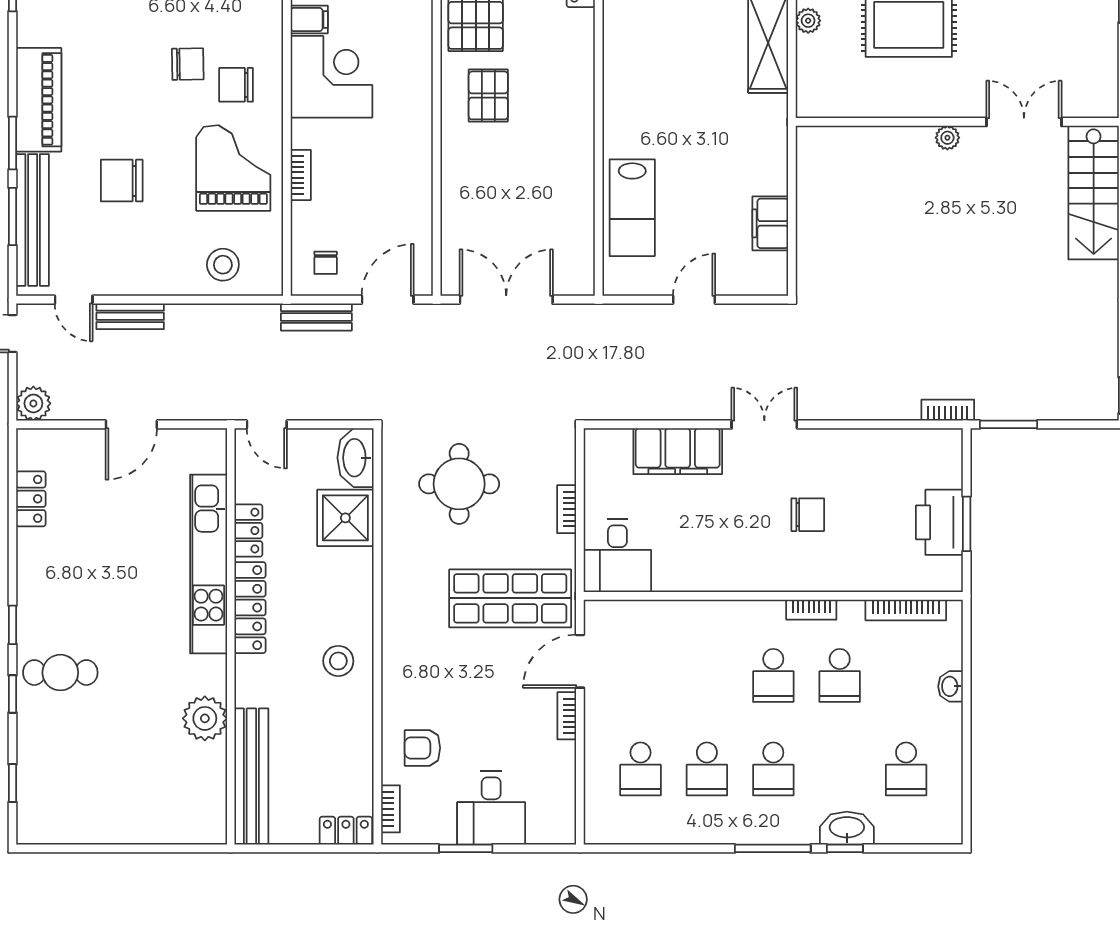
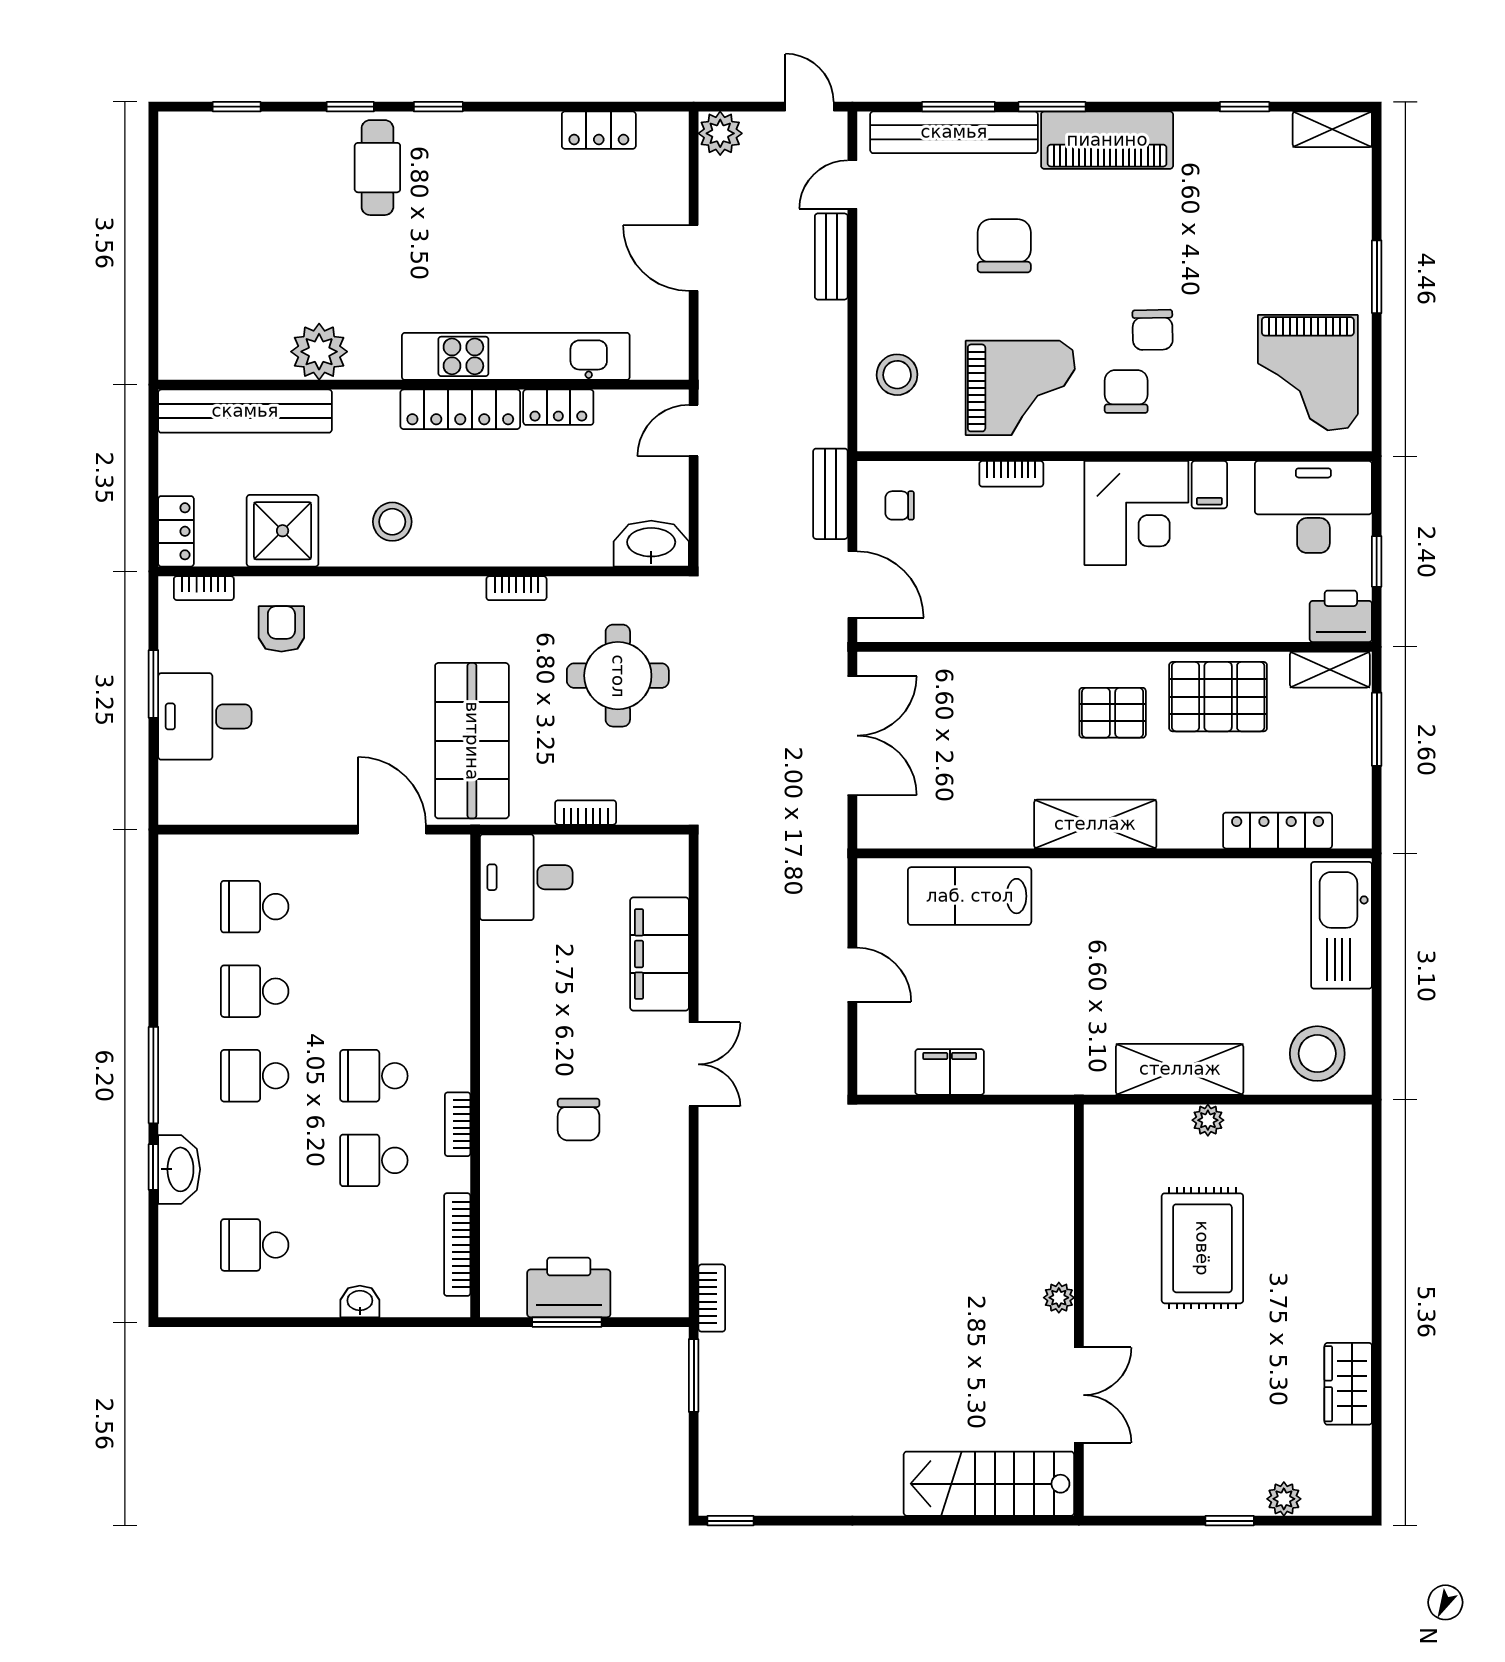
shelving: (576, 109) -> (1095, 824), added
shower: (345, 518) -> (283, 531), moved
bookcase: (567, 716) -> (516, 588), moved, turned 180

